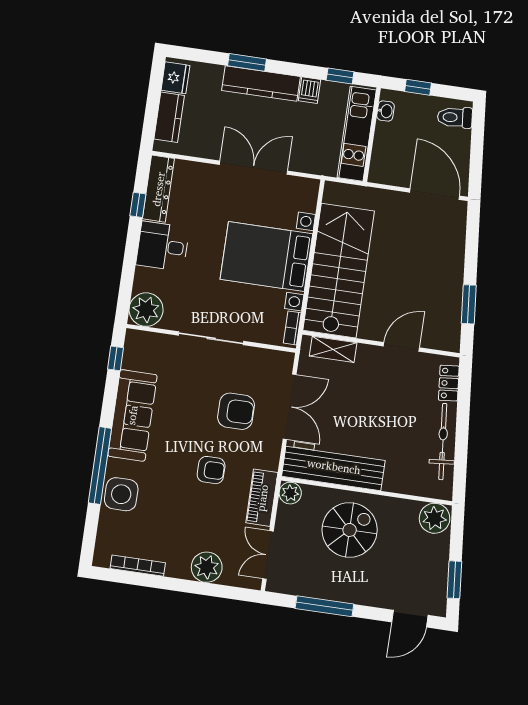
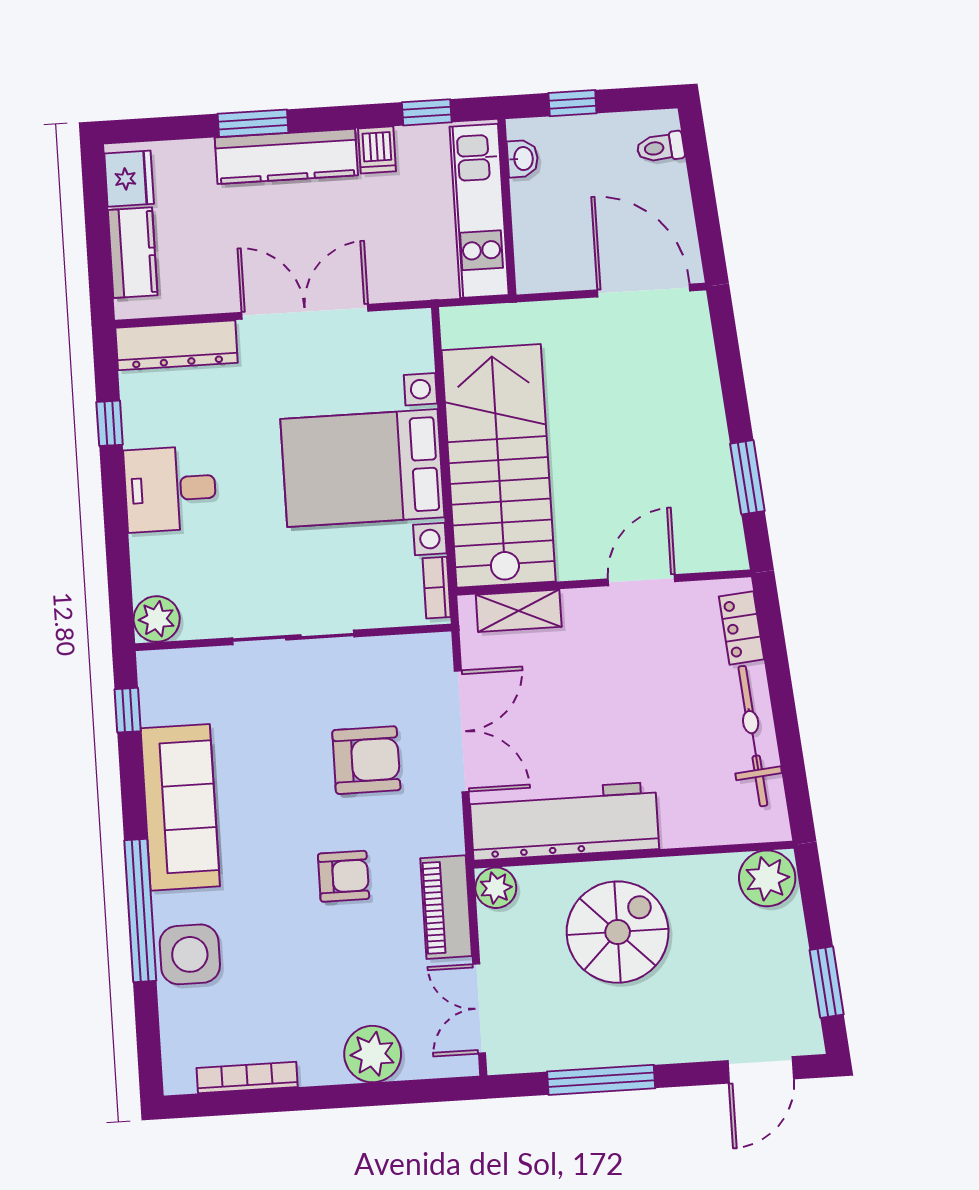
toilet: (455, 117) -> (660, 147), width x0.73, depth x0.72
dresser: (158, 189) -> (177, 345), moved, turned 90
plant: (146, 310) -> (157, 619), width x0.73, depth x0.73

